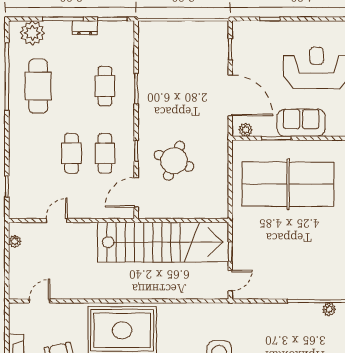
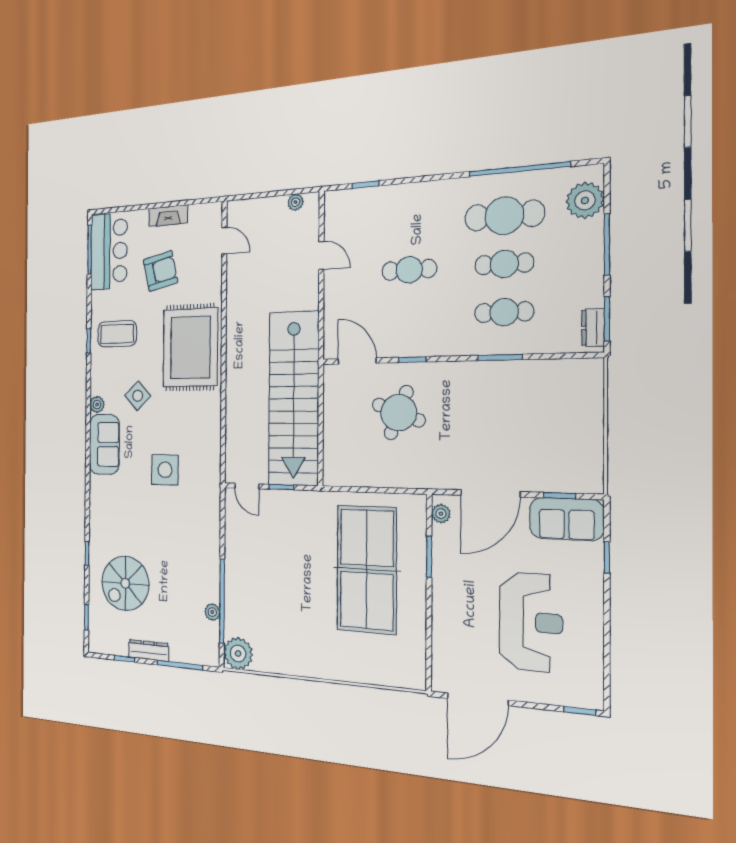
dresser: (85, 28) -> (593, 328), moved
sofa: (301, 123) -> (567, 519), moved, turned 90
cafe table: (105, 153) -> (504, 264), moved

